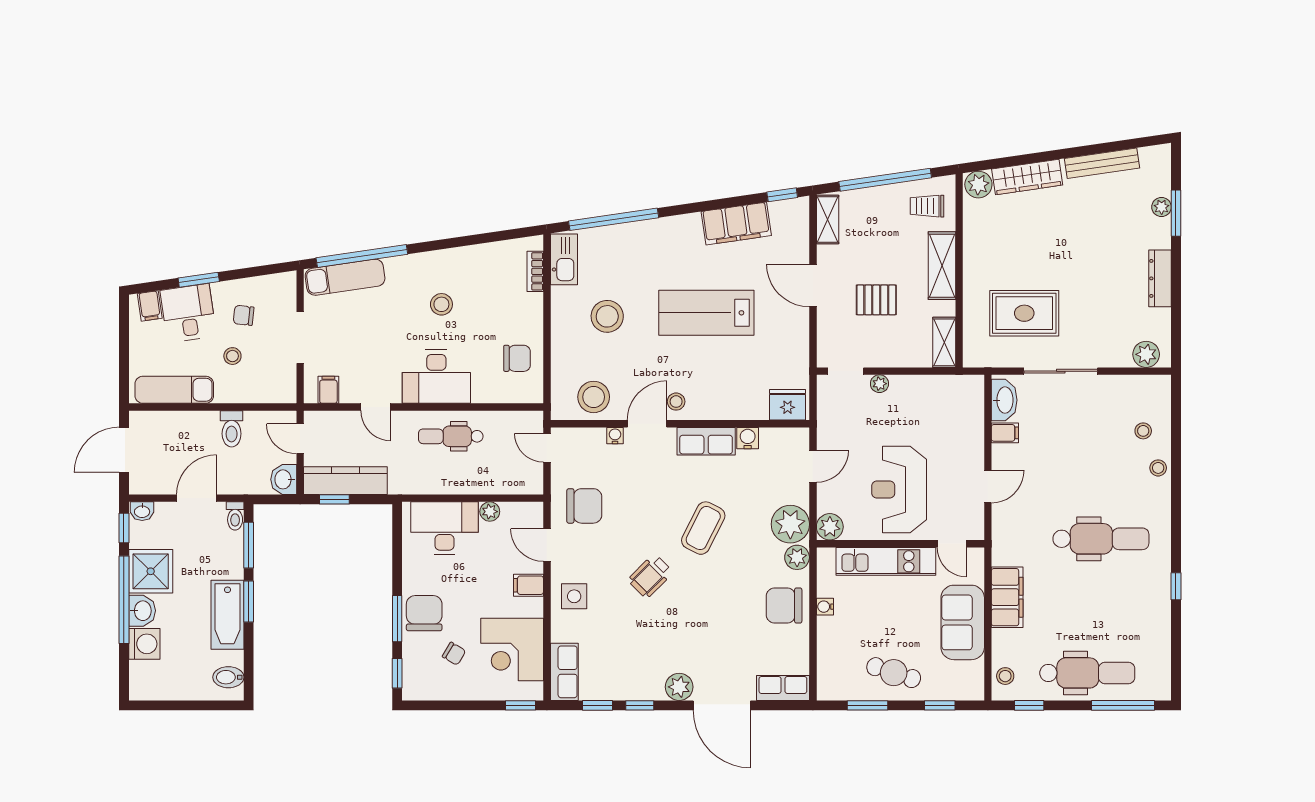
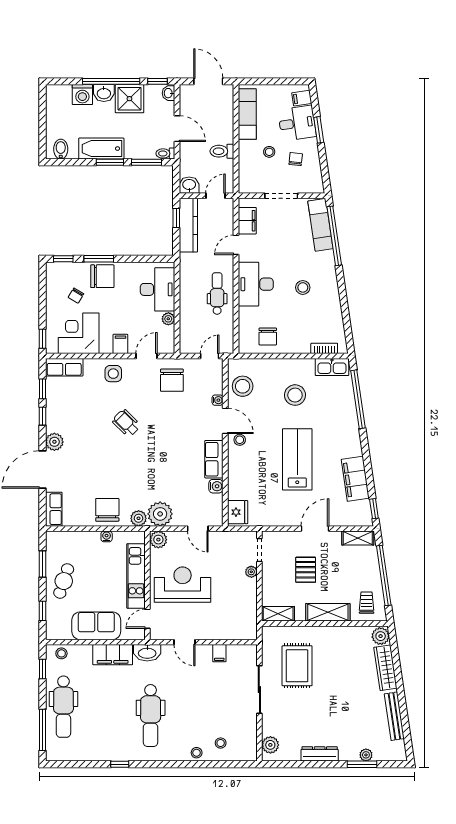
filing cabinet: (328, 390) -> (247, 221), width x2.00
washbasin: (1004, 400) -> (147, 653), moved
coffee table: (703, 528) -> (158, 457), removed

